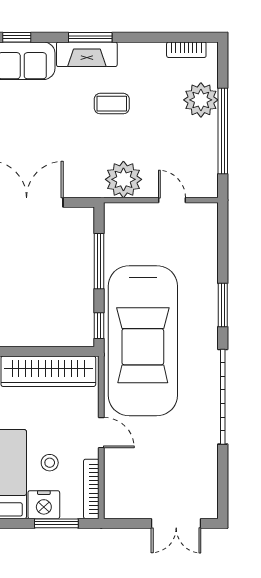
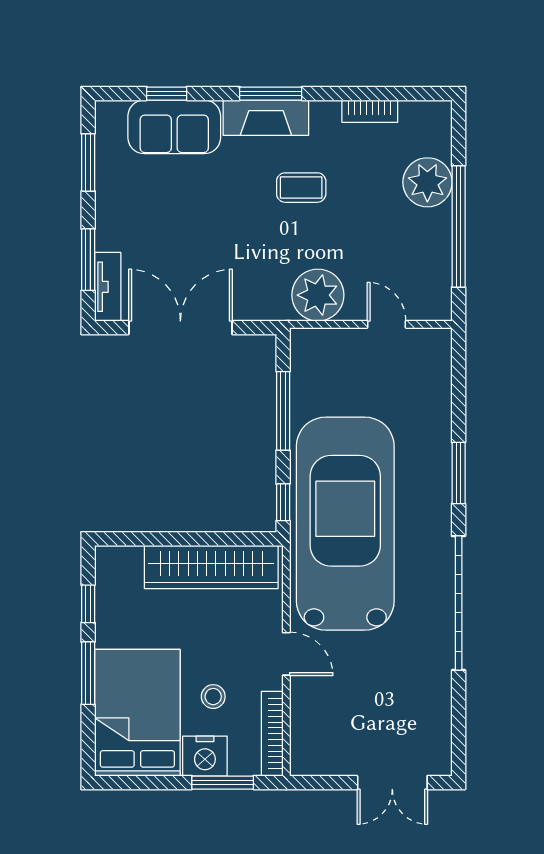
bookcase: (186, 50) -> (370, 111), moved
car: (143, 341) -> (345, 524), turned 180

